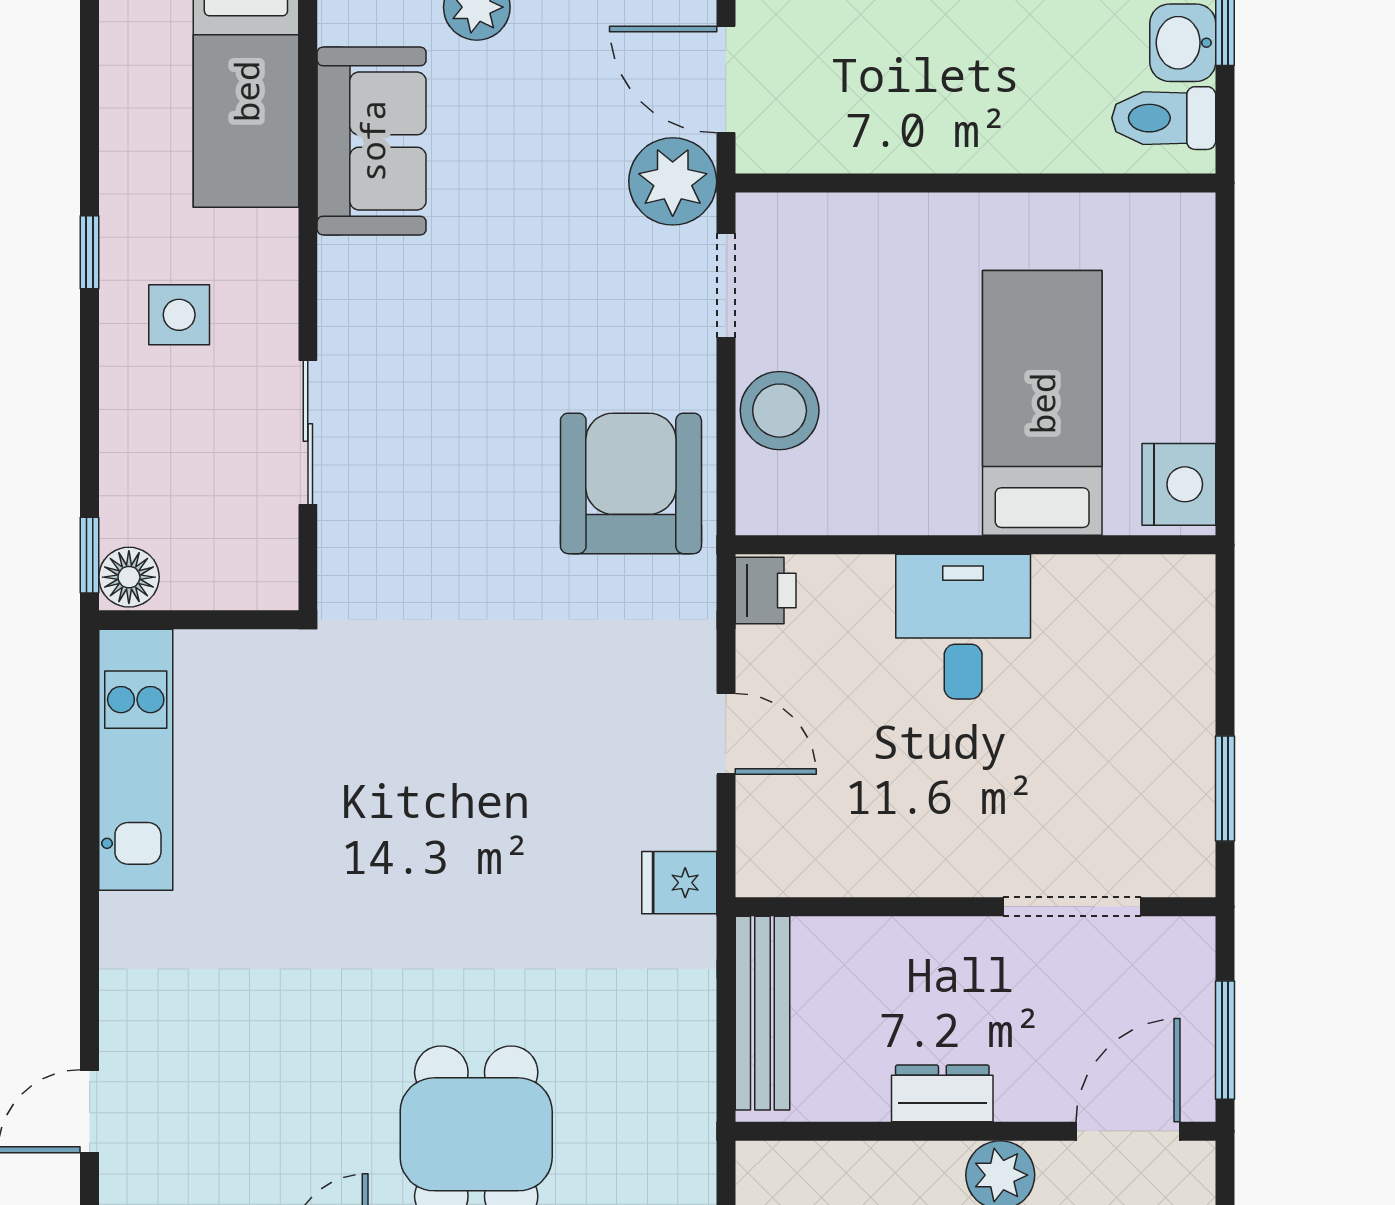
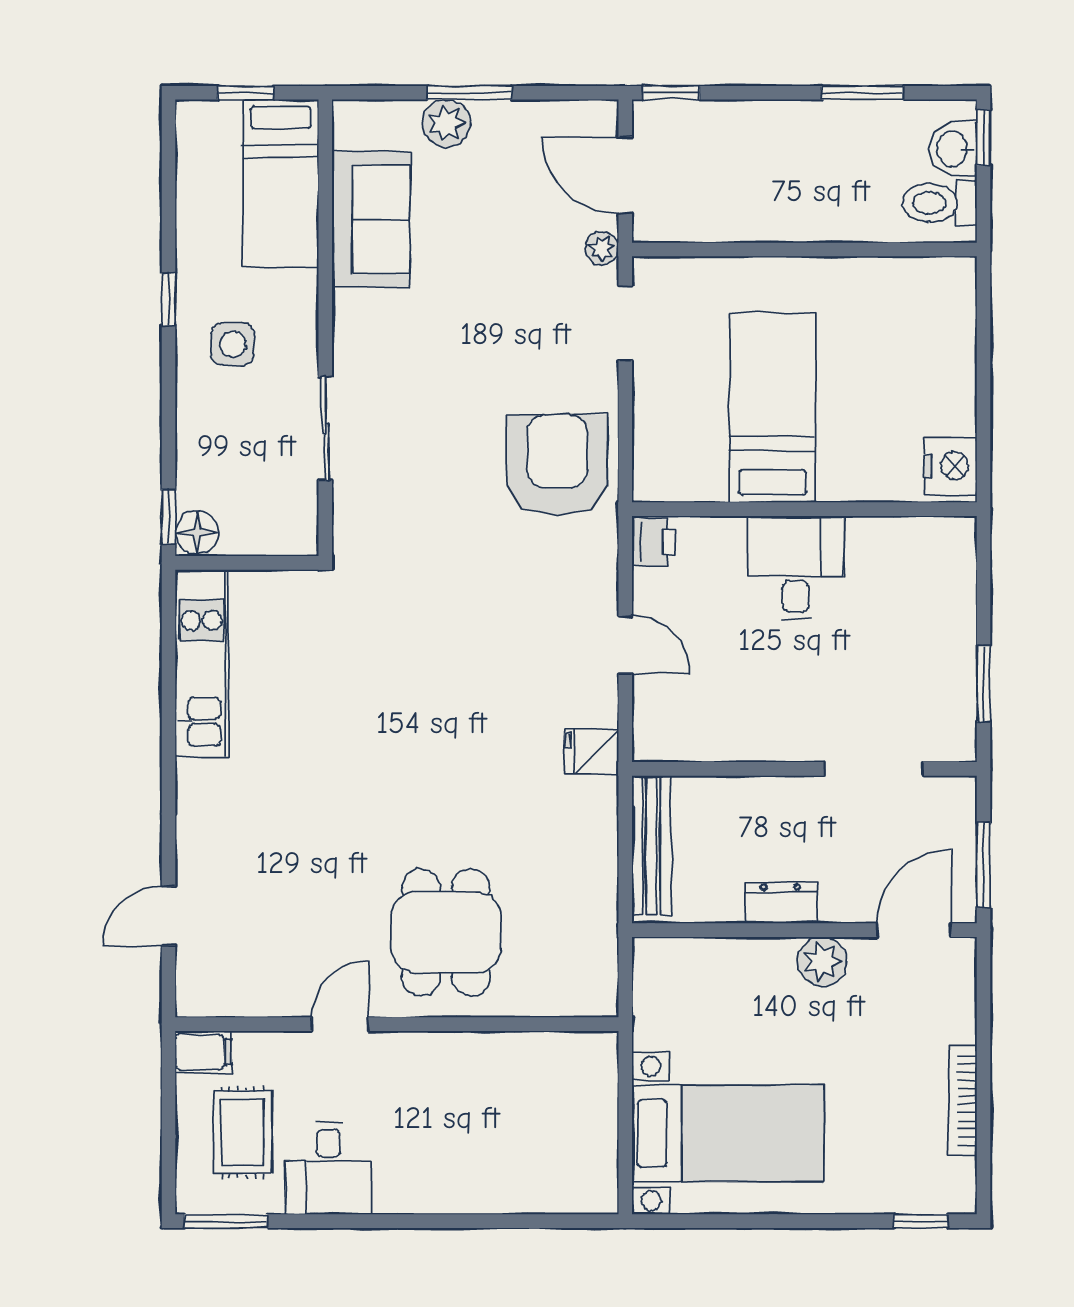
plant: (673, 181) -> (602, 248), width x0.53, depth x0.53
bed: (1042, 403) -> (773, 407), moved
stool: (780, 411) -> (664, 413), removed

